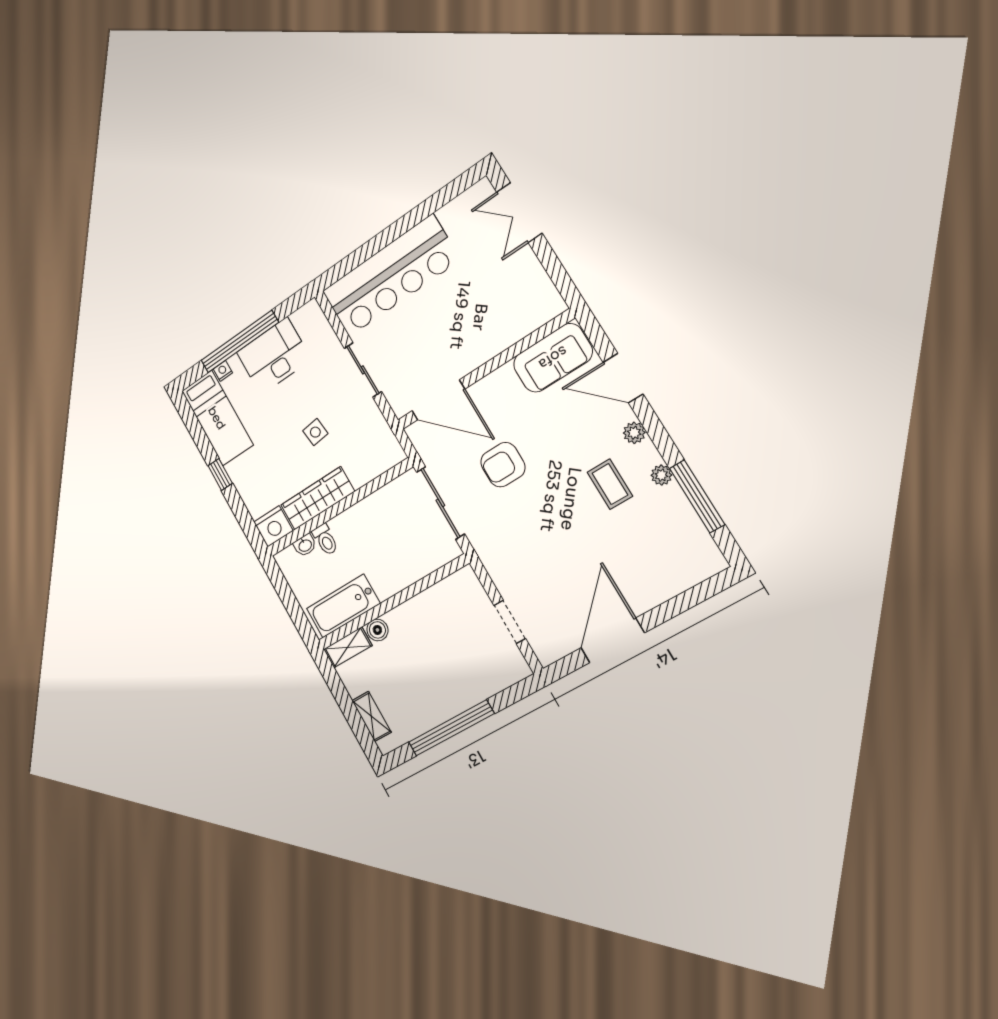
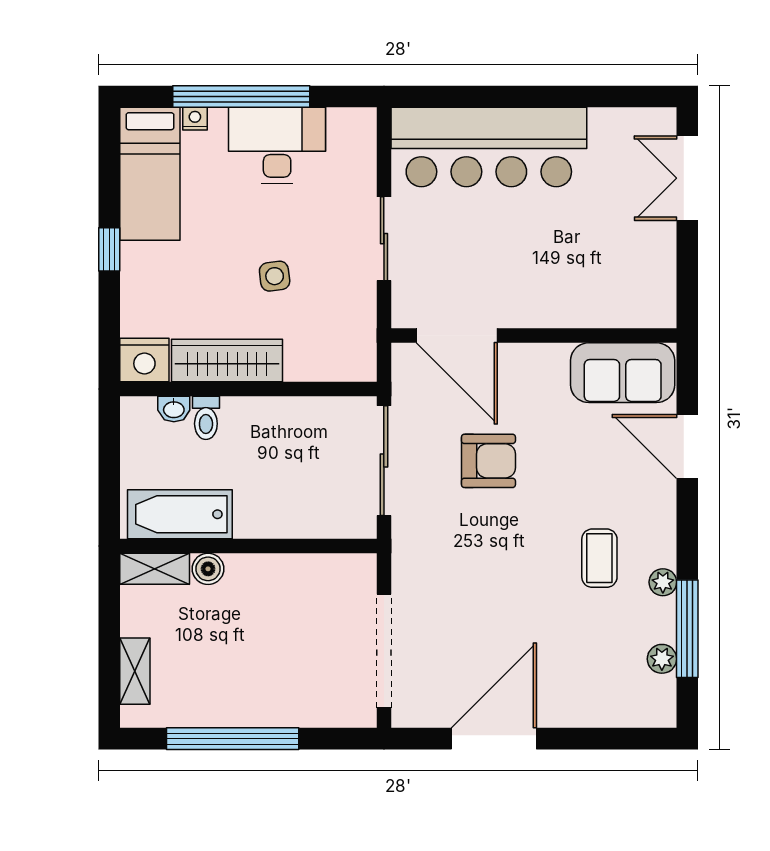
plant: (634, 433) -> (662, 659), moved
armchair: (503, 465) -> (488, 461), turned 180
doorway: (510, 622) -> (384, 651), width x1.87

